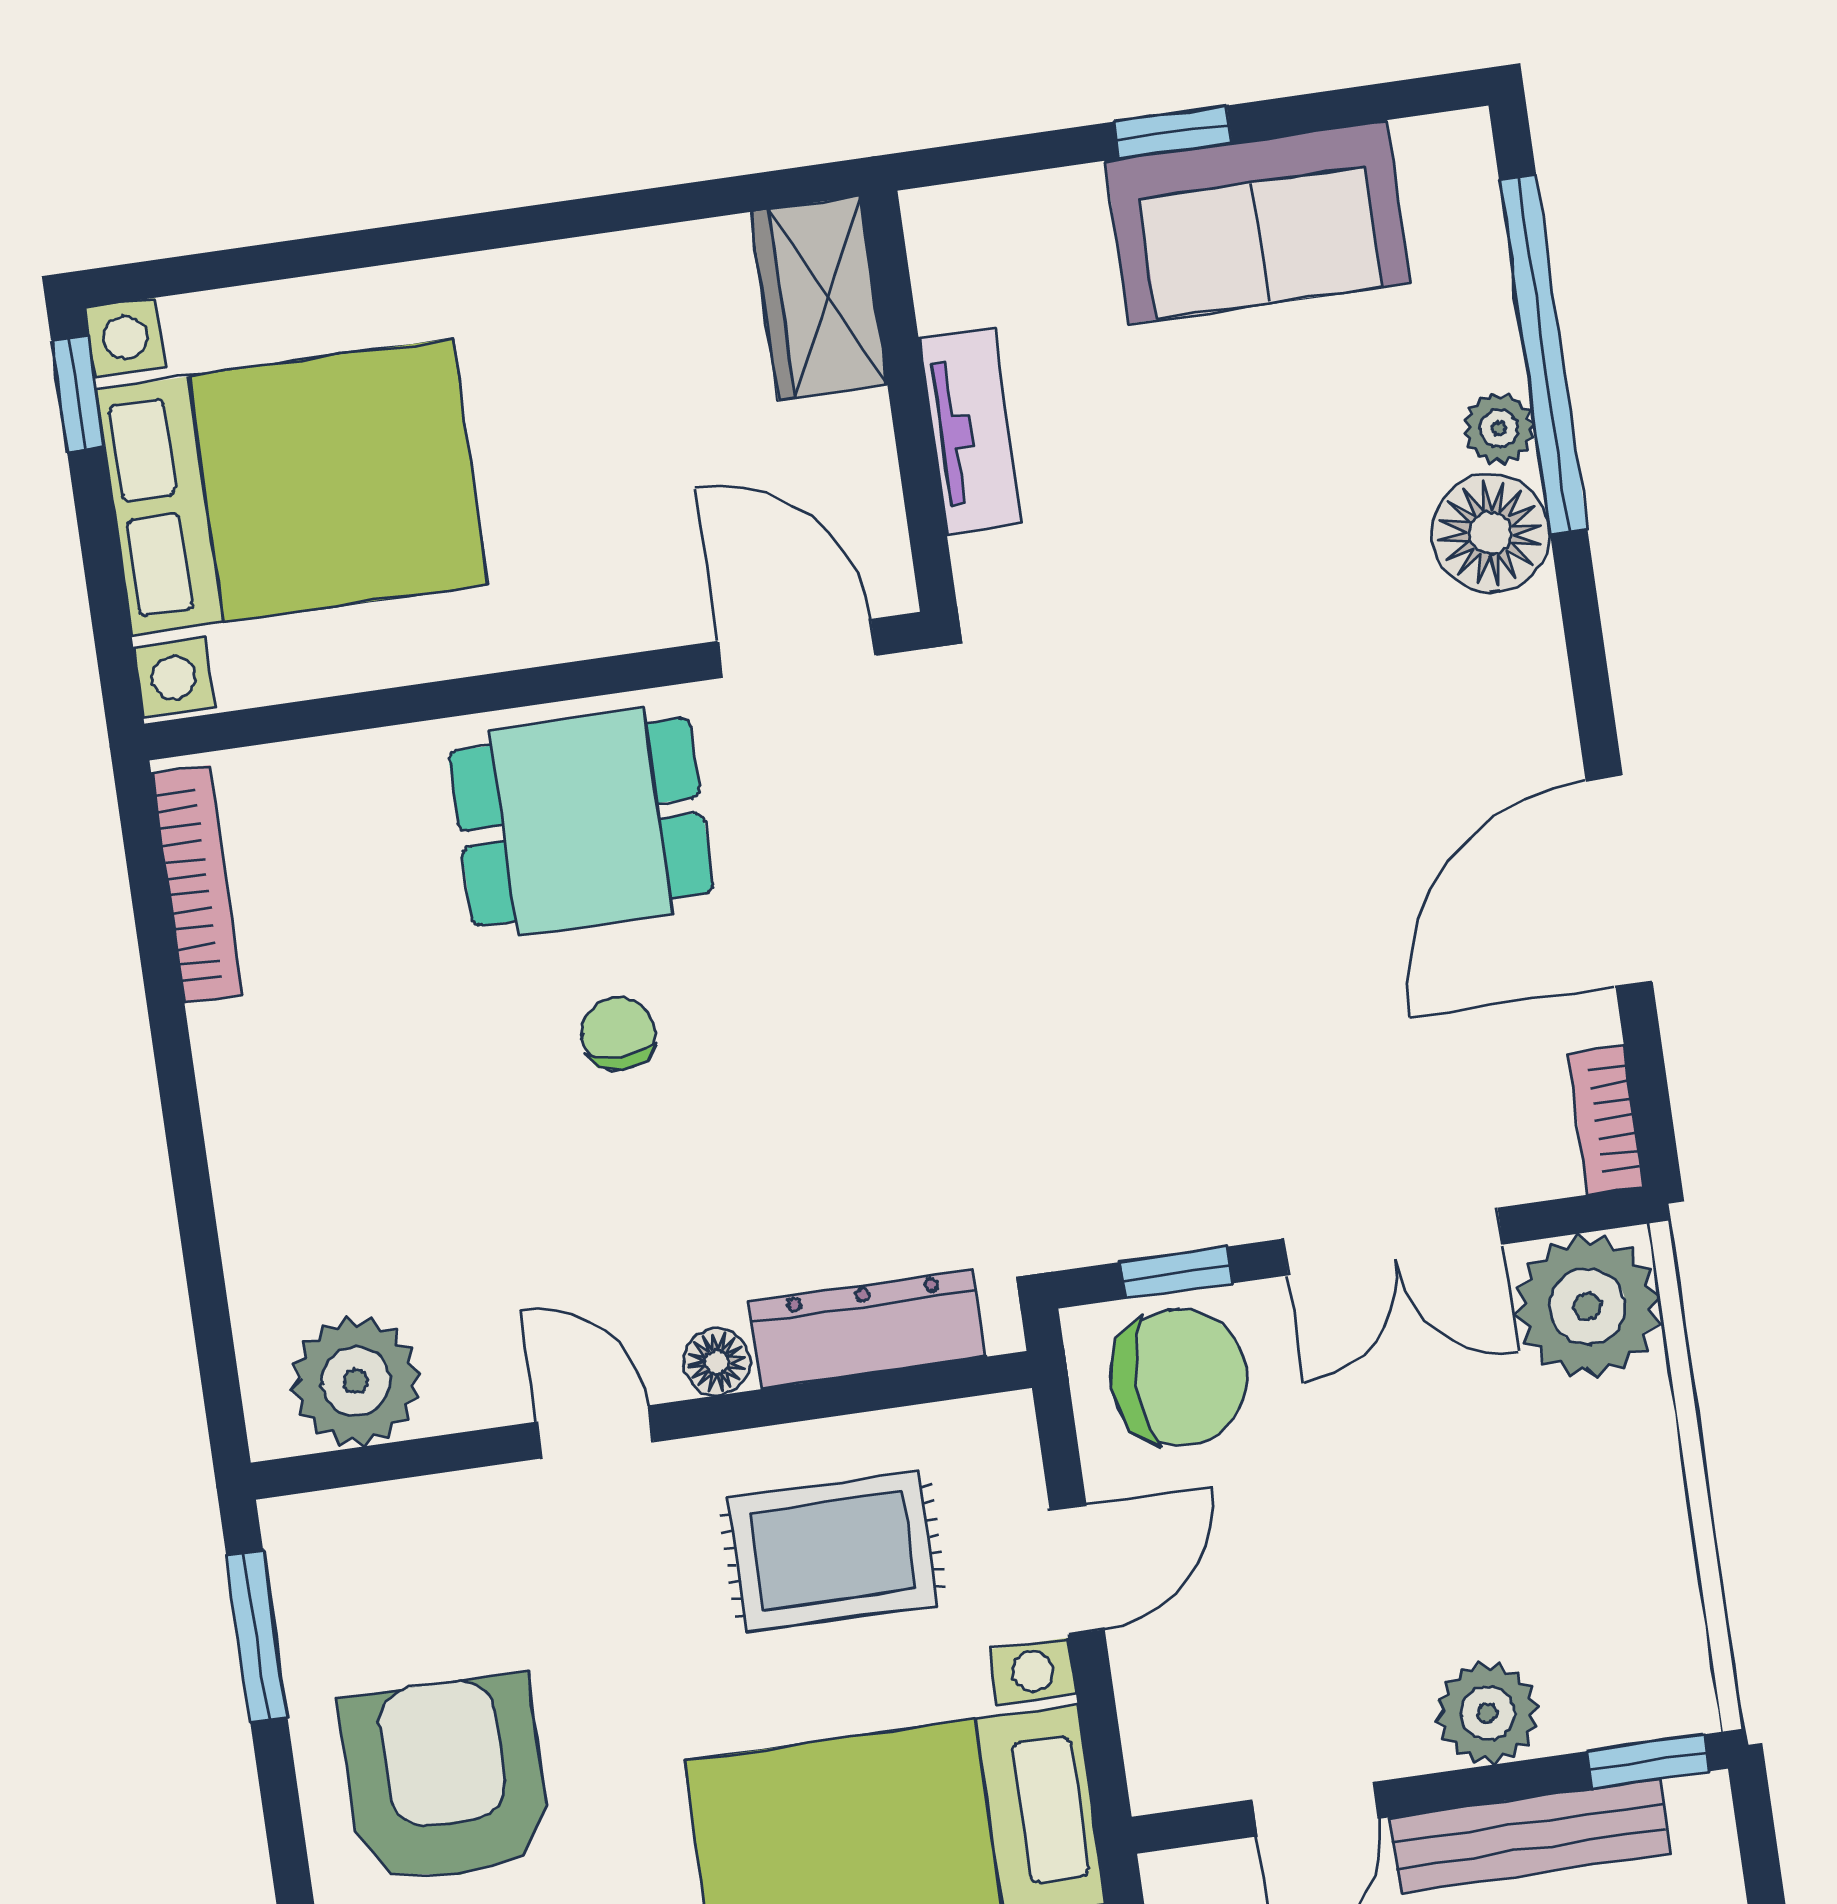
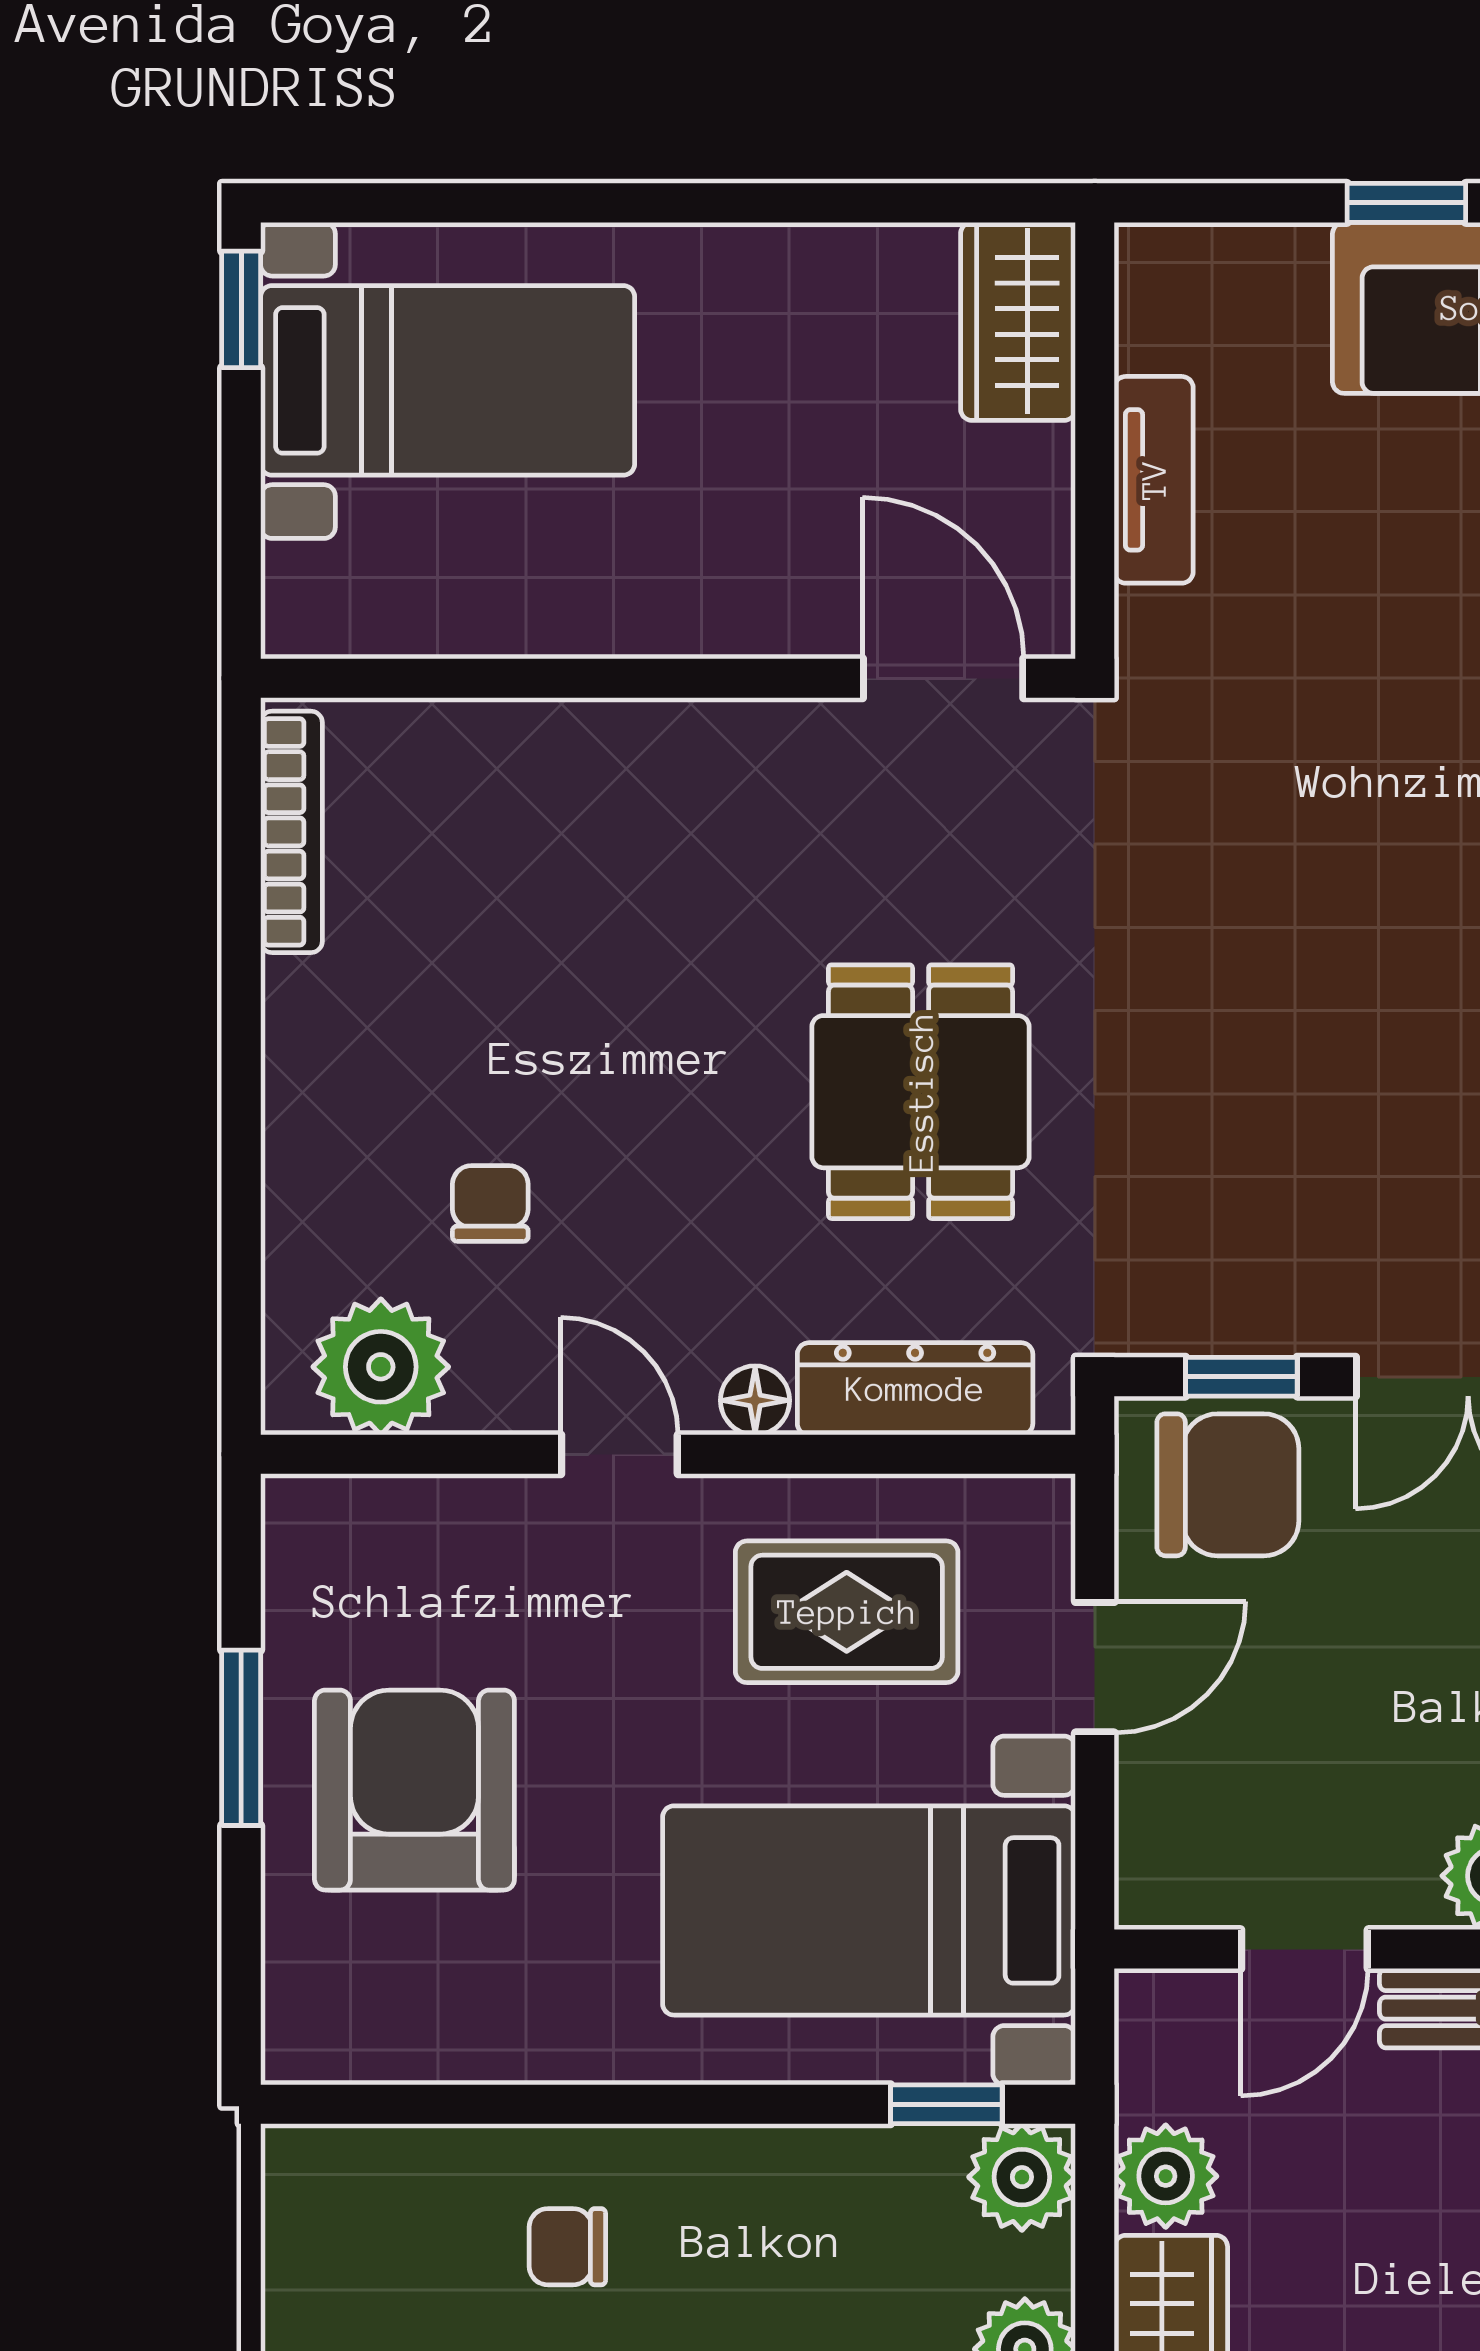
bed with nightstands: (292, 487) -> (448, 380), width x0.73
dining table: (581, 822) -> (921, 1092), moved, turned 90
chair: (618, 1034) -> (490, 1203), moved
window: (257, 1637) -> (241, 1738), moved

